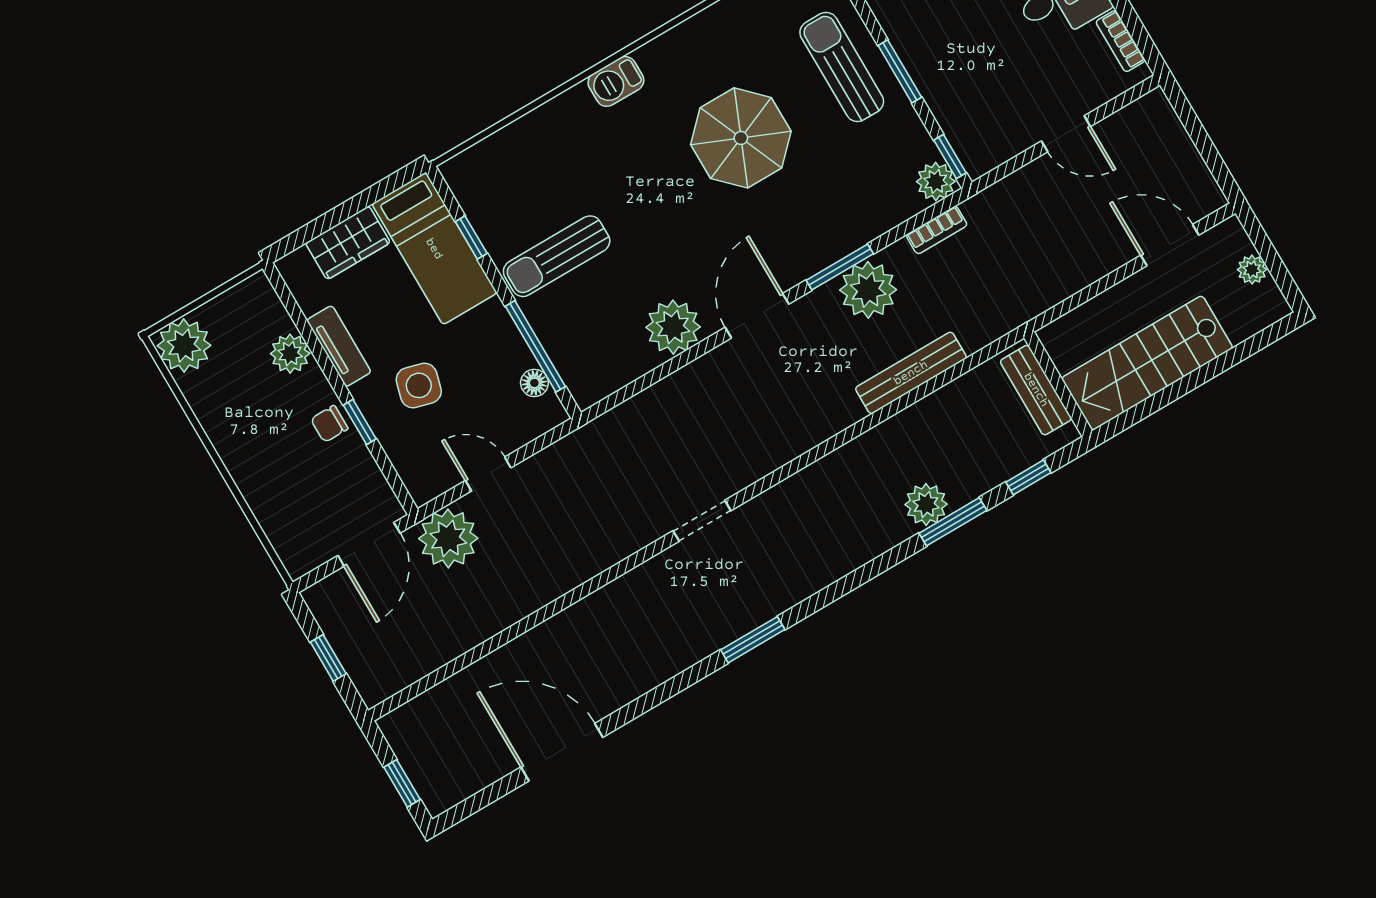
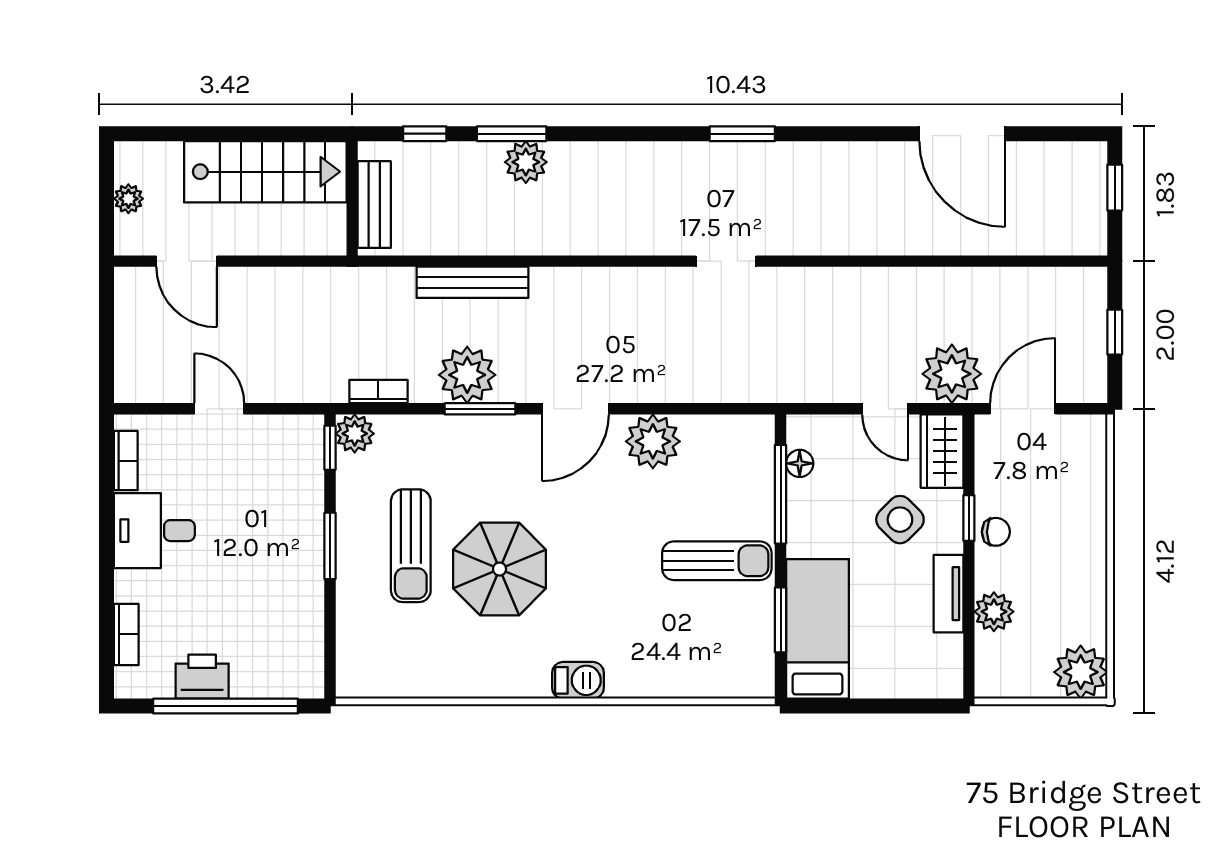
sun lounger: (842, 67) -> (411, 546), moved
window: (471, 237) -> (781, 620), width x1.50
wardrobe: (348, 243) -> (942, 451), moved, turned -90
side table: (419, 385) -> (900, 520), turned 30

